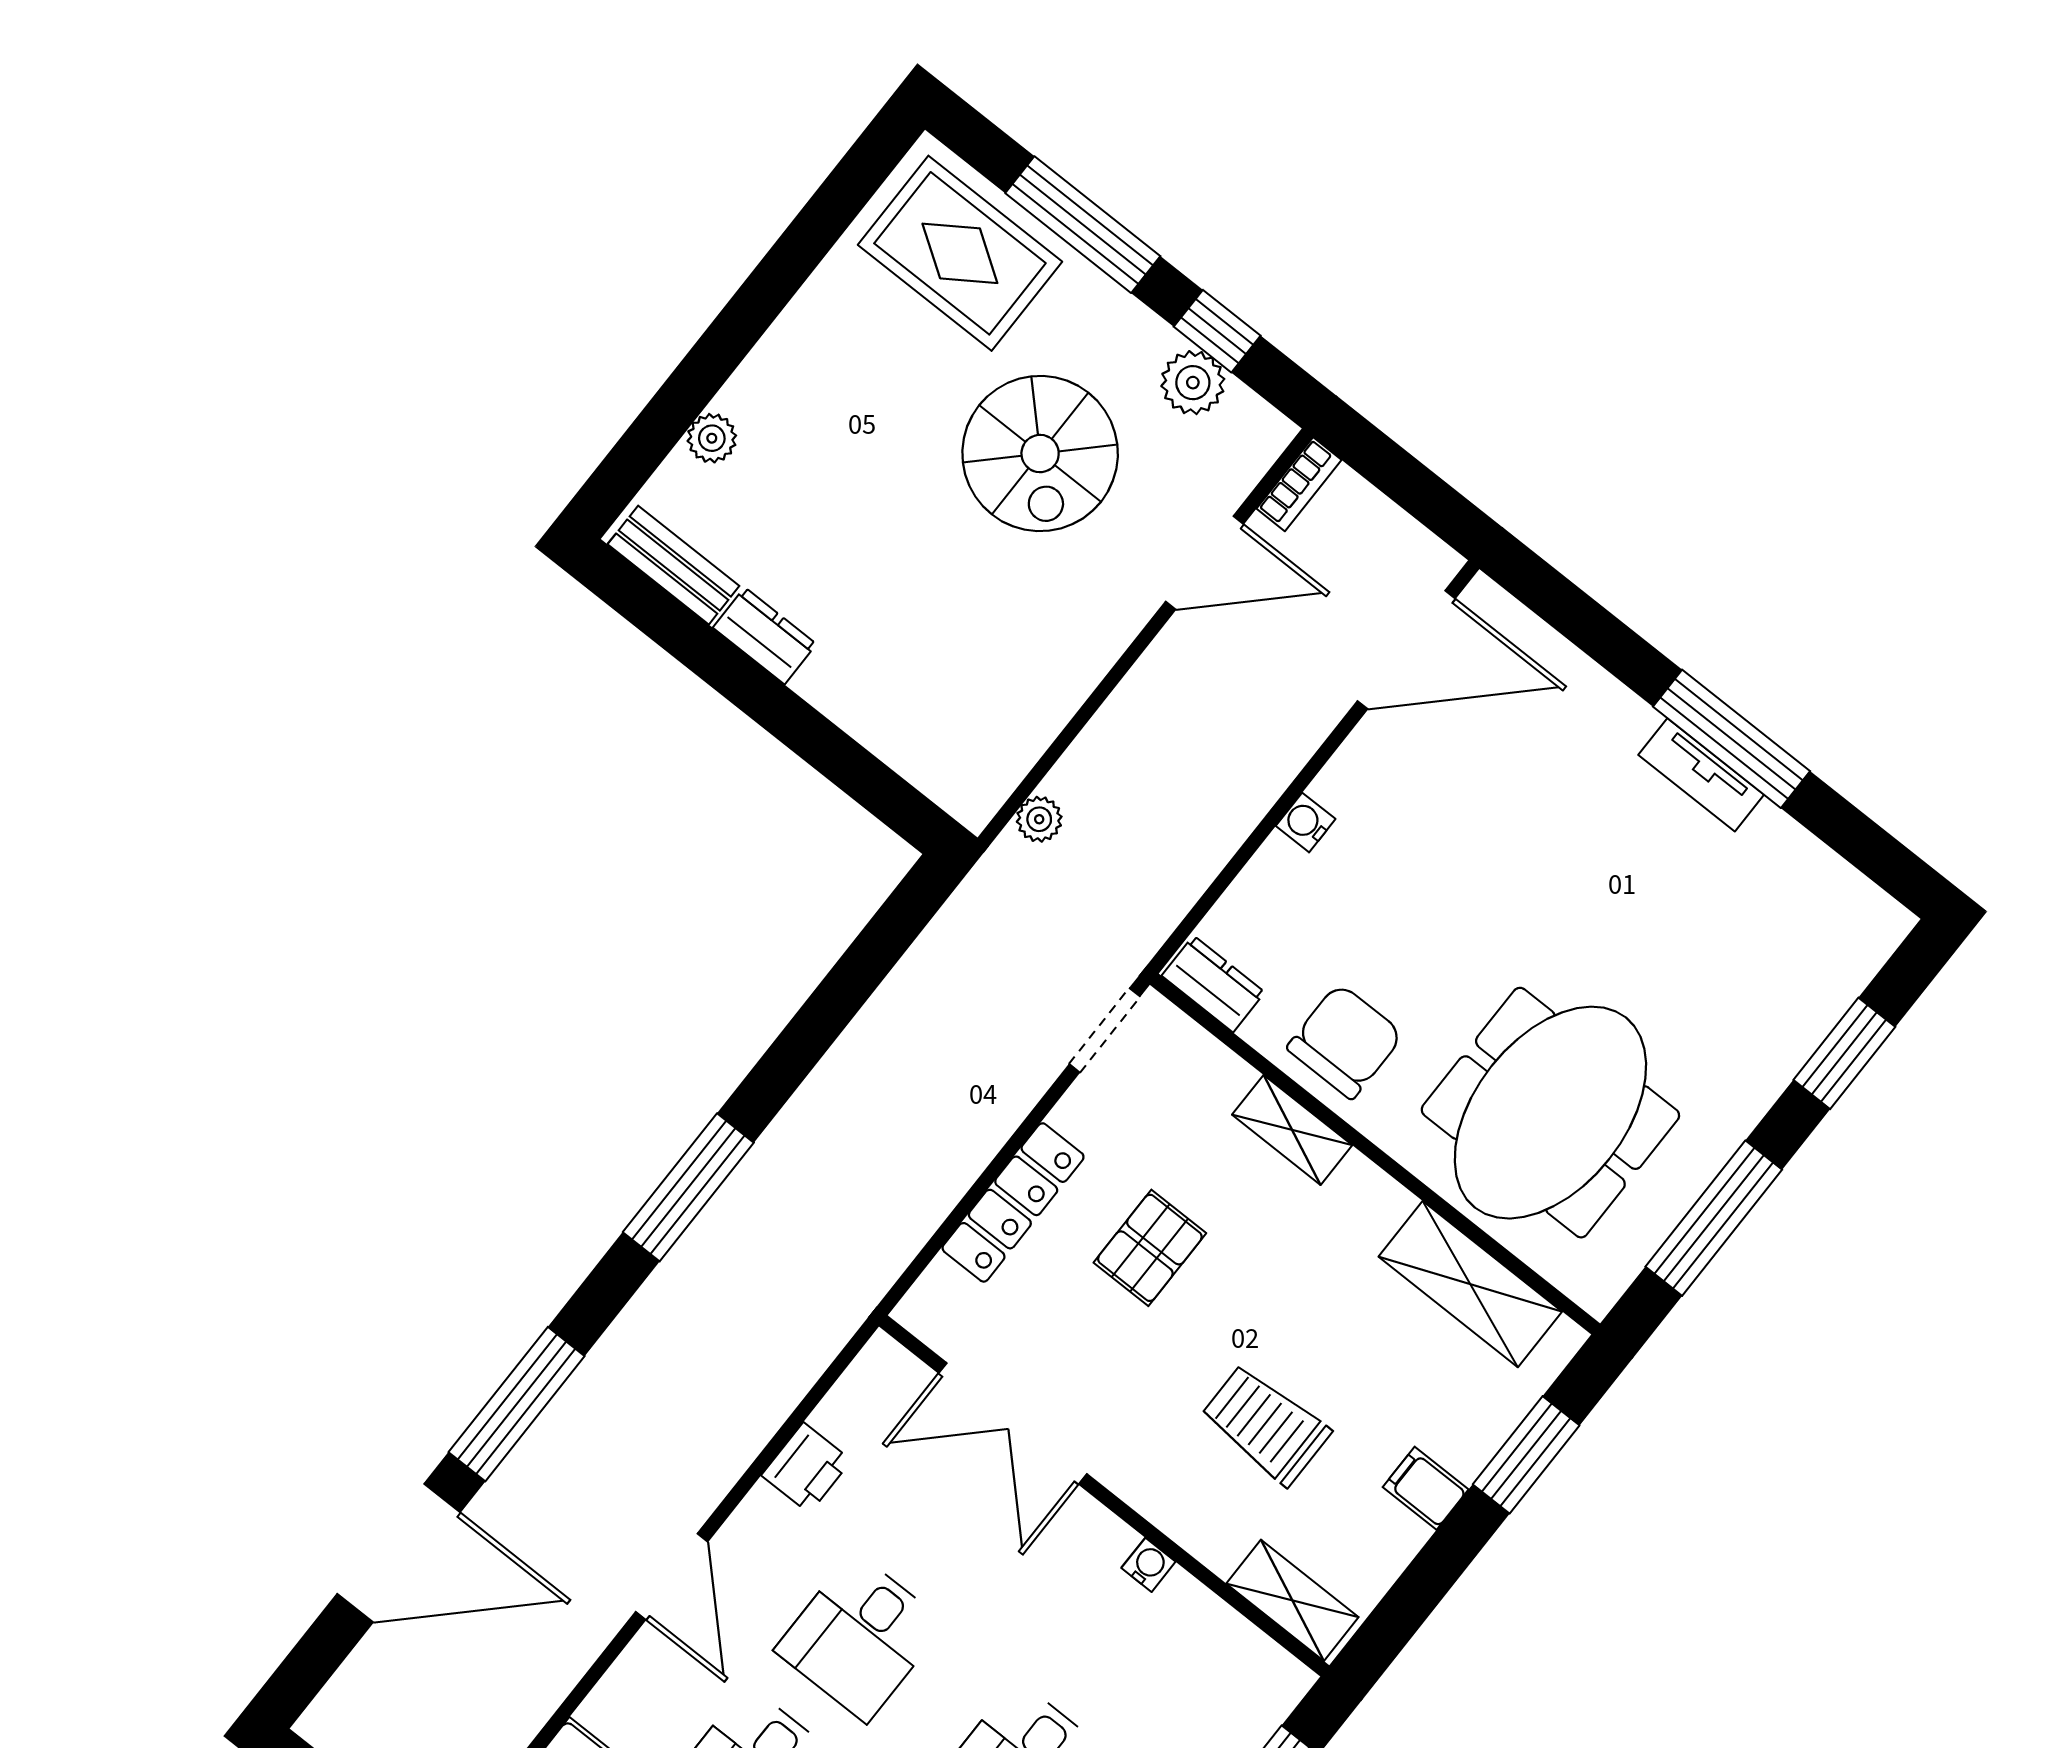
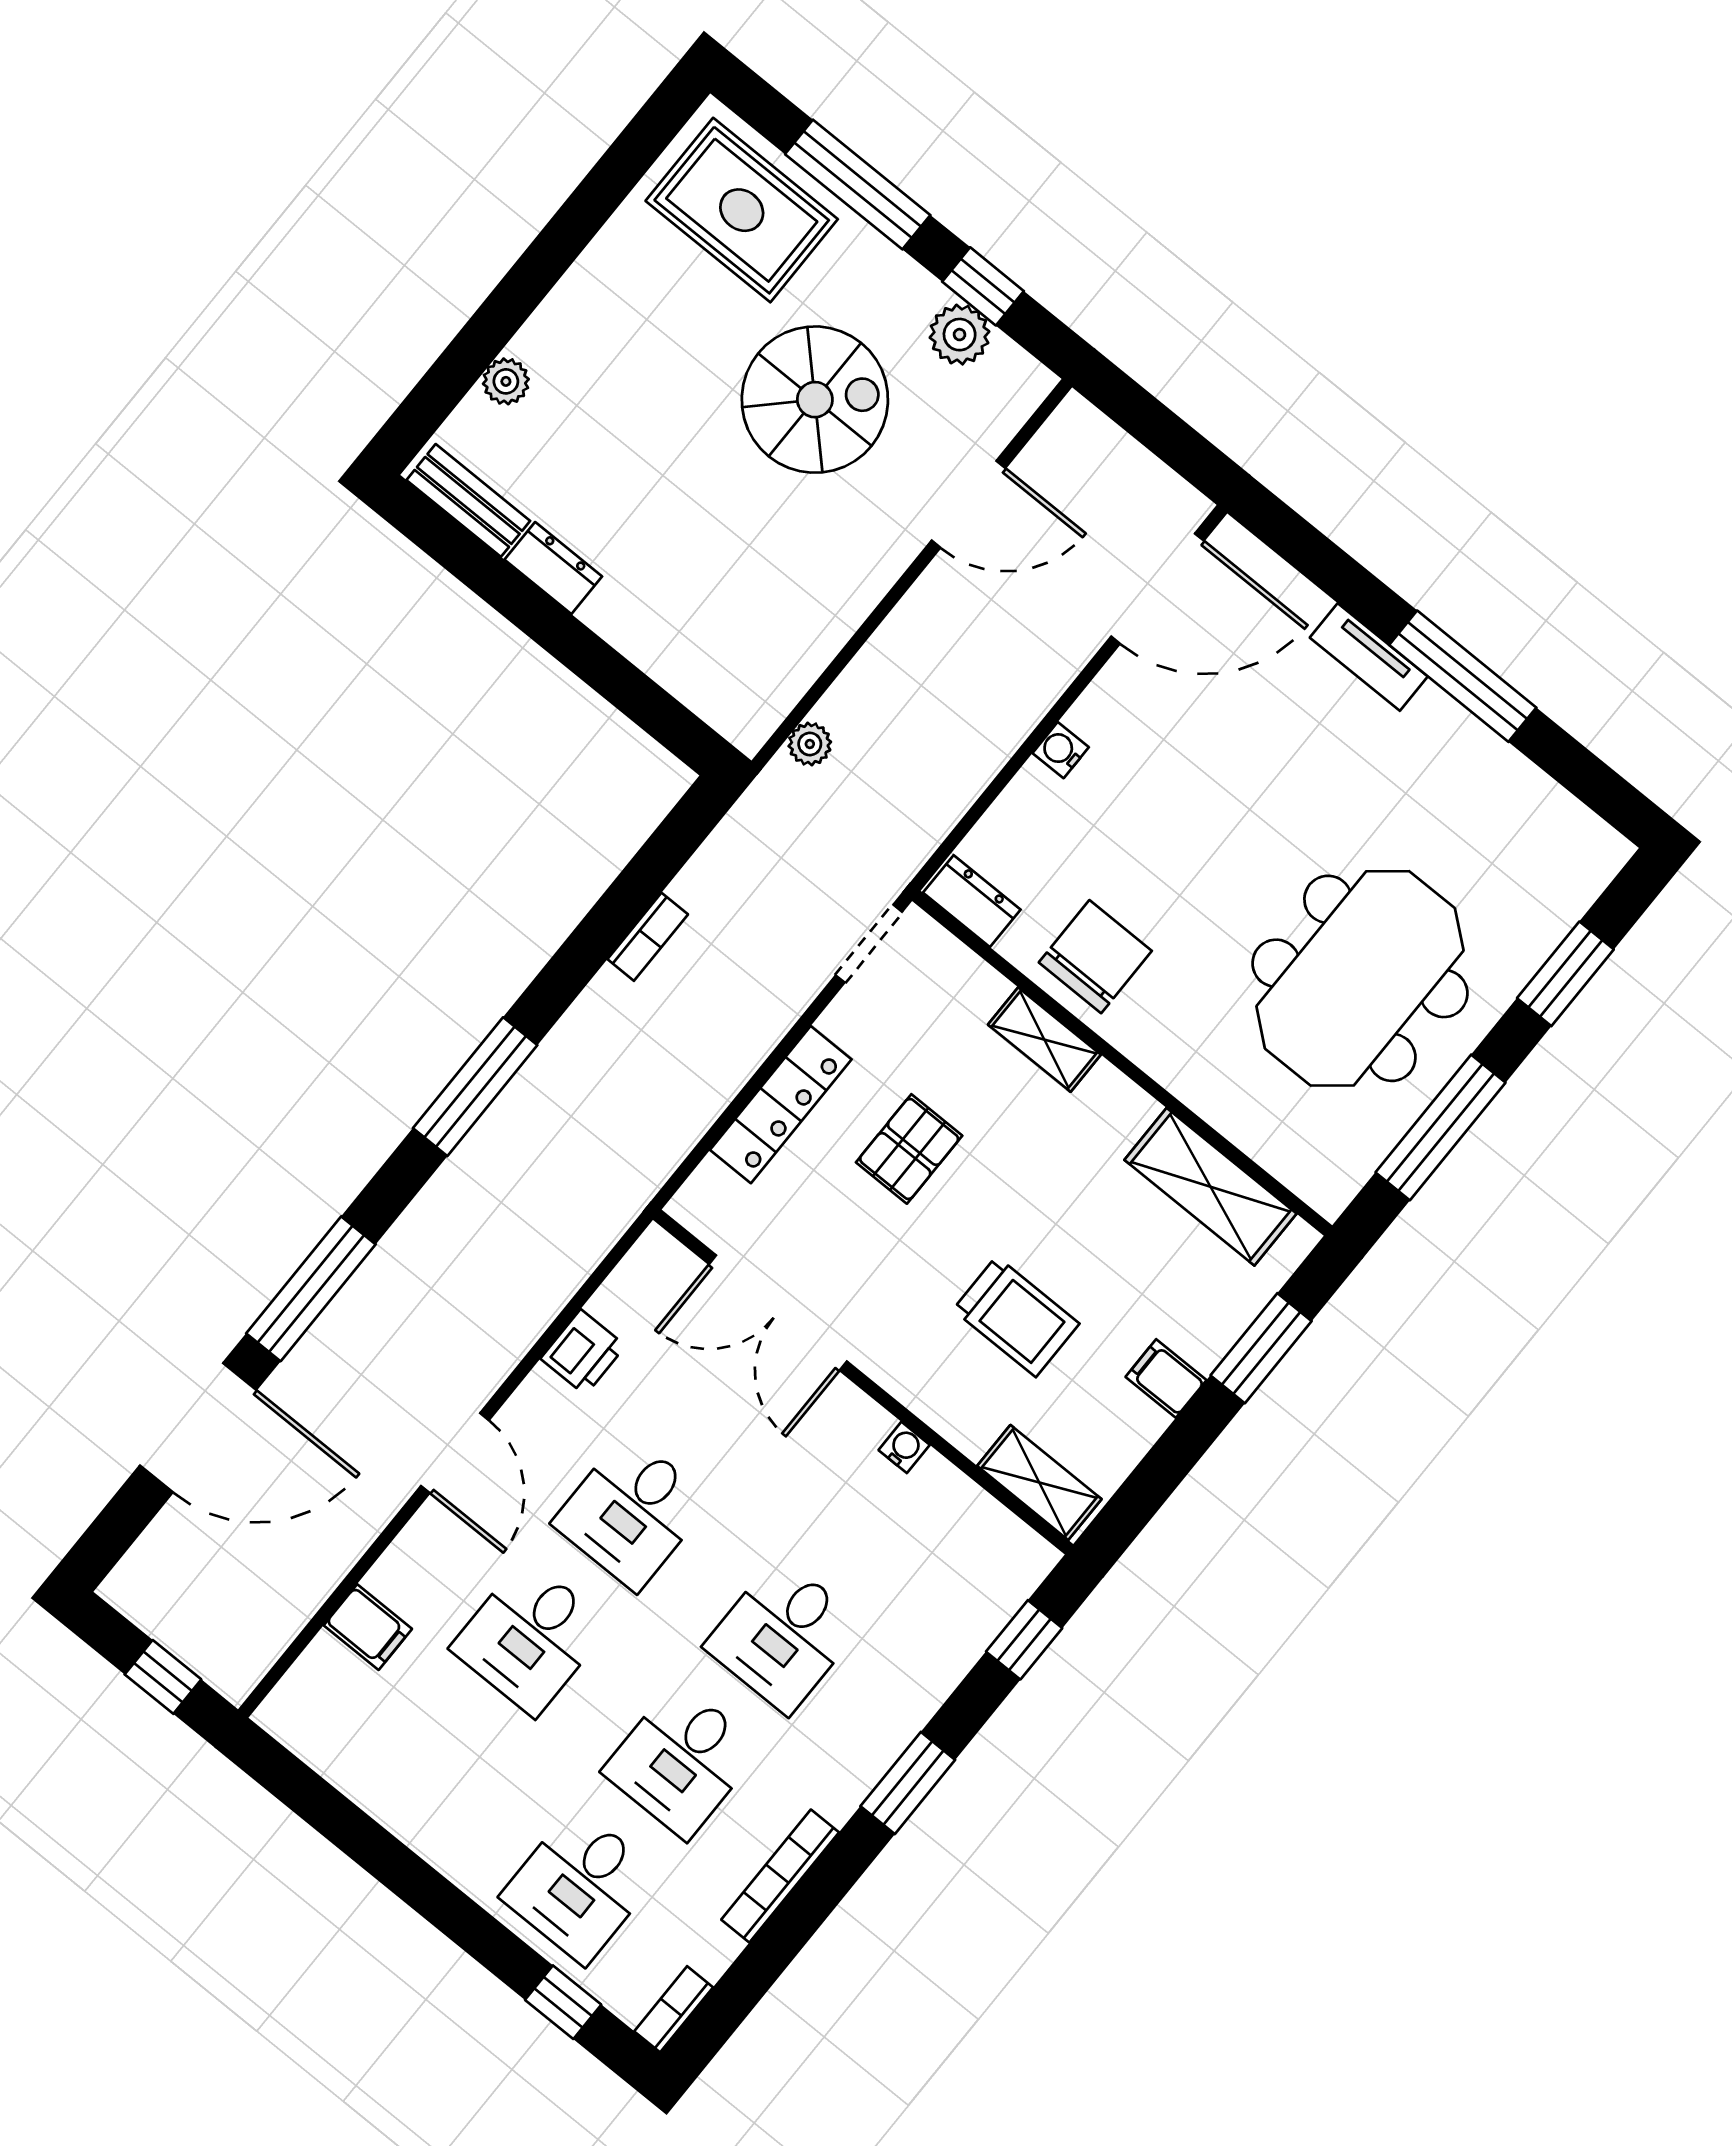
spiral stairs: (1040, 454) -> (815, 400), turned -90
bookcase: (1299, 484) -> (648, 937), moved
tv unit: (1701, 775) -> (1369, 657), moved
meeting table: (1550, 1113) -> (1360, 978), moved
trolley: (1266, 1425) -> (1016, 1317), turned 180

